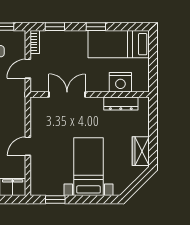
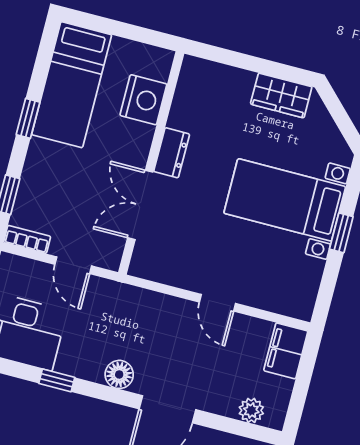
dresser: (121, 103) -> (172, 153), moved, width x0.70
window: (55, 199) -> (341, 233), moved

